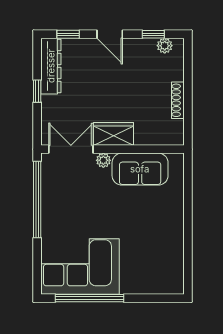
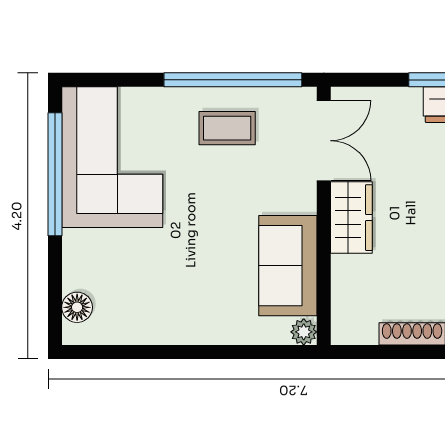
plant: (103, 160) -> (304, 332), moved
coffee table: (64, 203) -> (227, 128), added
floor lamp: (163, 286) -> (77, 307), added

